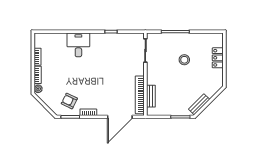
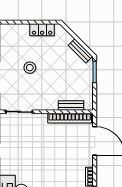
locker: (218, 58) -> (42, 30), moved

